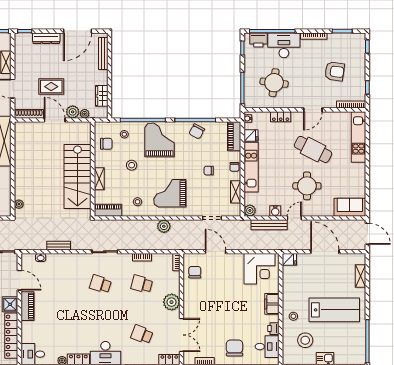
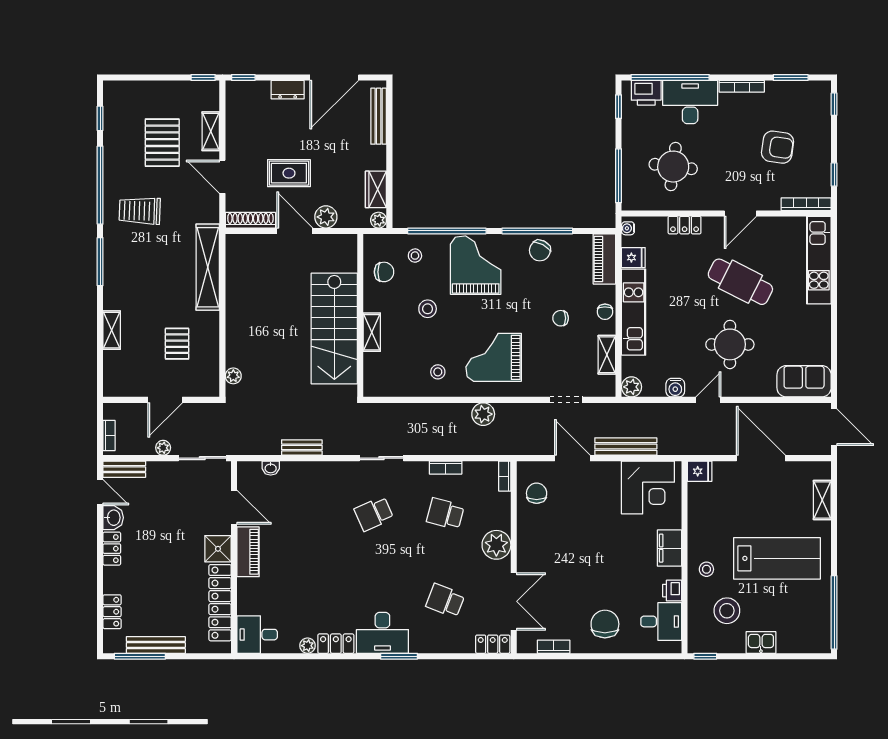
dresser: (46, 38) -> (288, 90), width x0.70
plant: (85, 114) -> (379, 220), moved
piano: (108, 210) -> (387, 386), removed
bench: (269, 225) -> (626, 447), moved
school desk: (100, 284) -> (374, 514), turned -42

